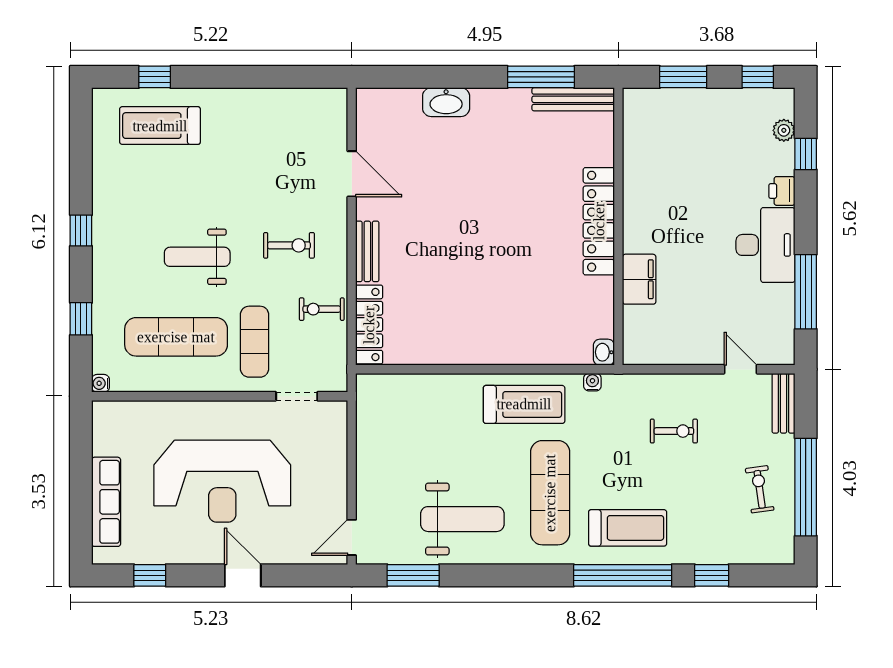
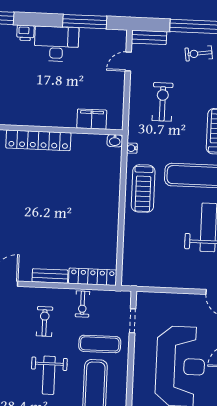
filing cabinet: (639, 279) -> (92, 119), moved
treadmill: (524, 404) -> (143, 189), turned 180
exercise bike: (674, 431) -> (163, 102), width x1.38, depth x1.39

